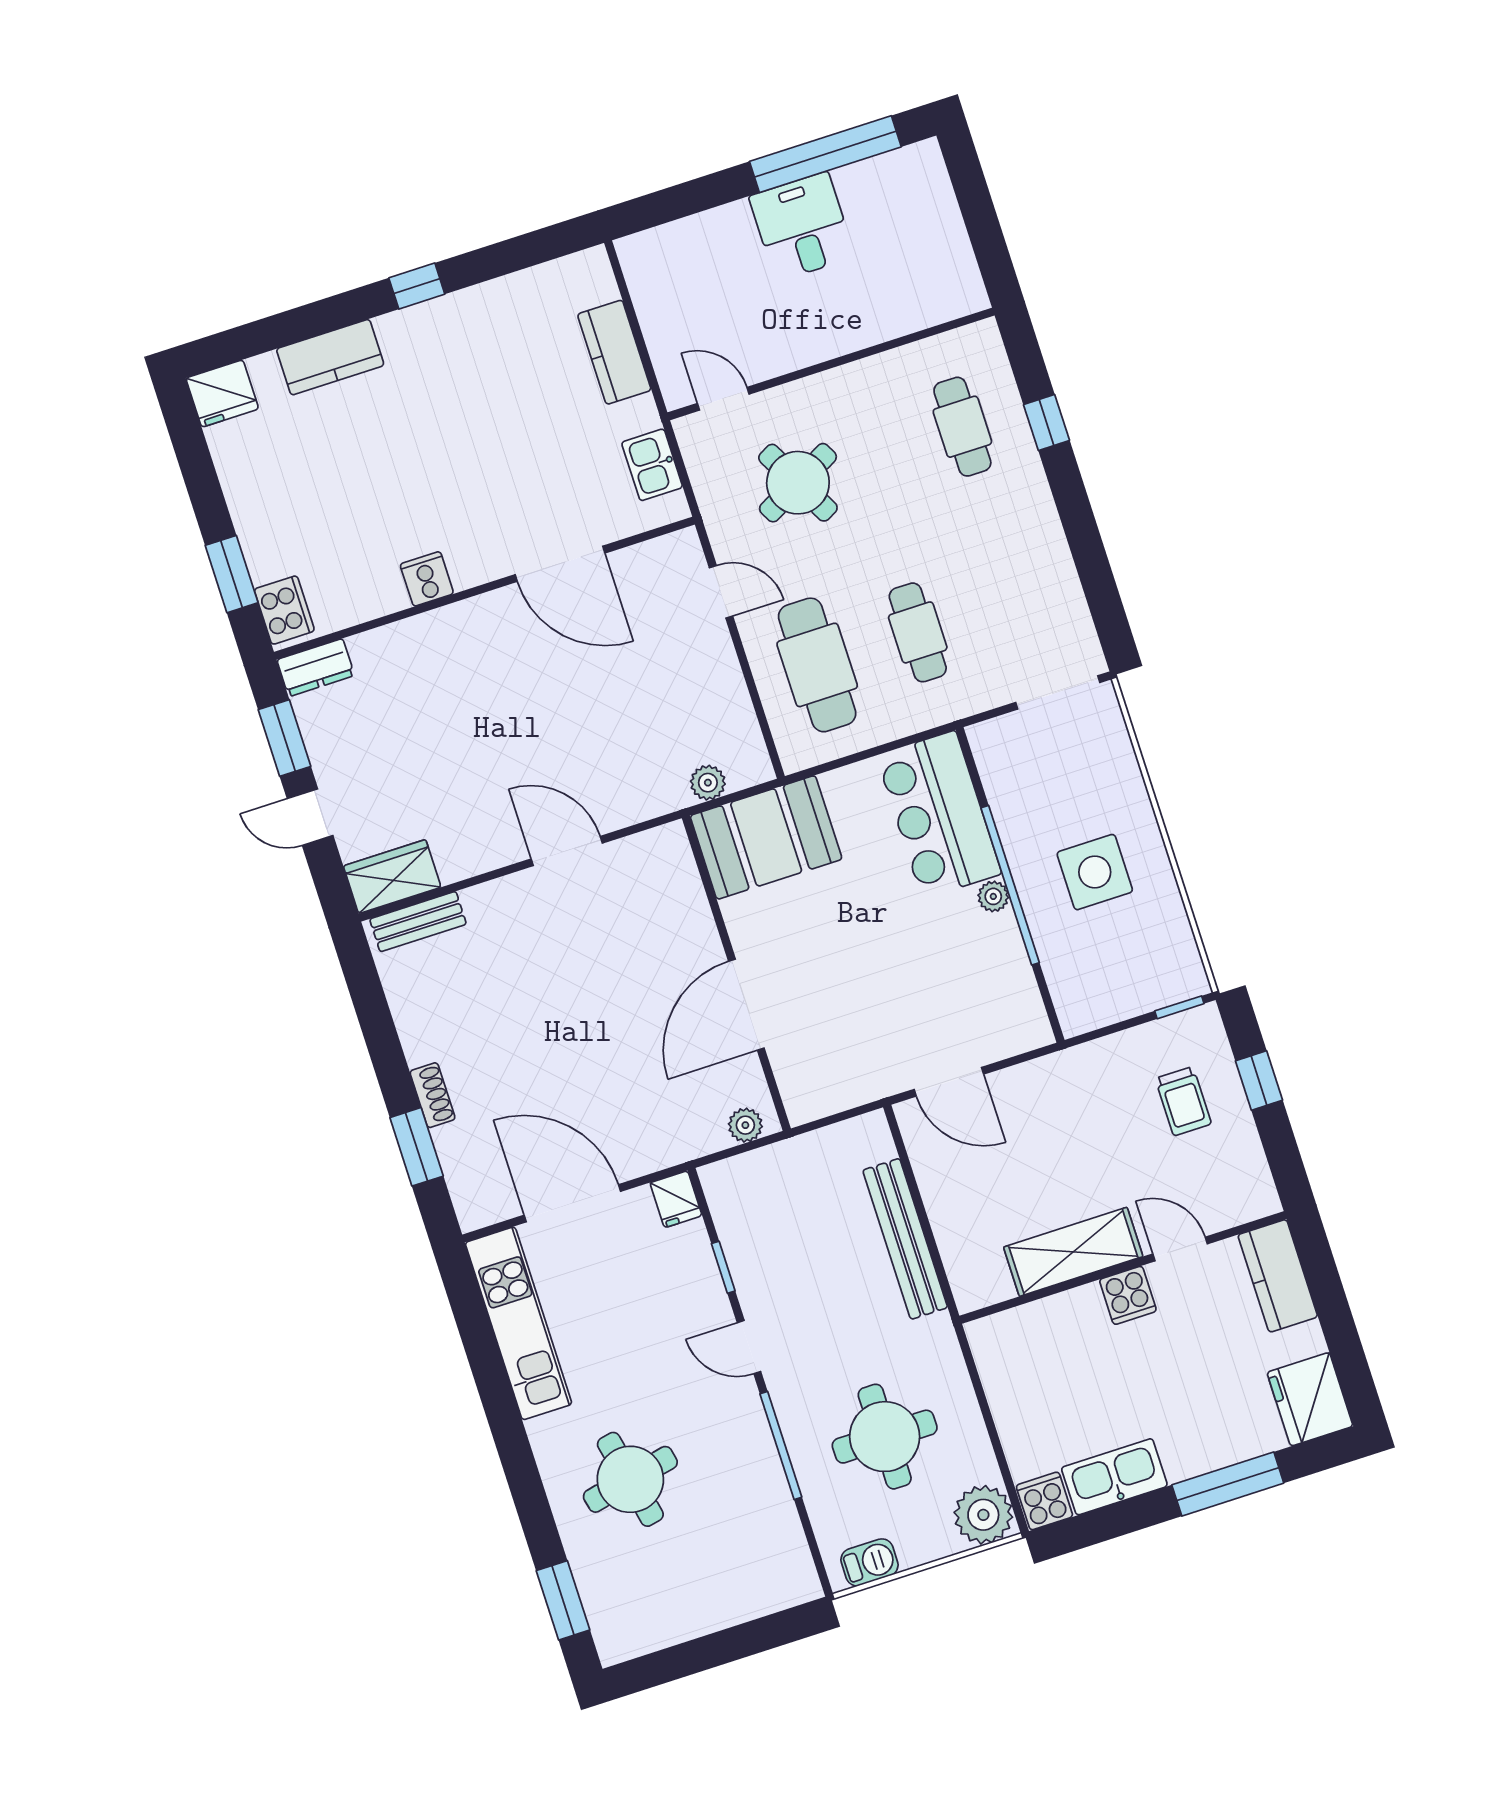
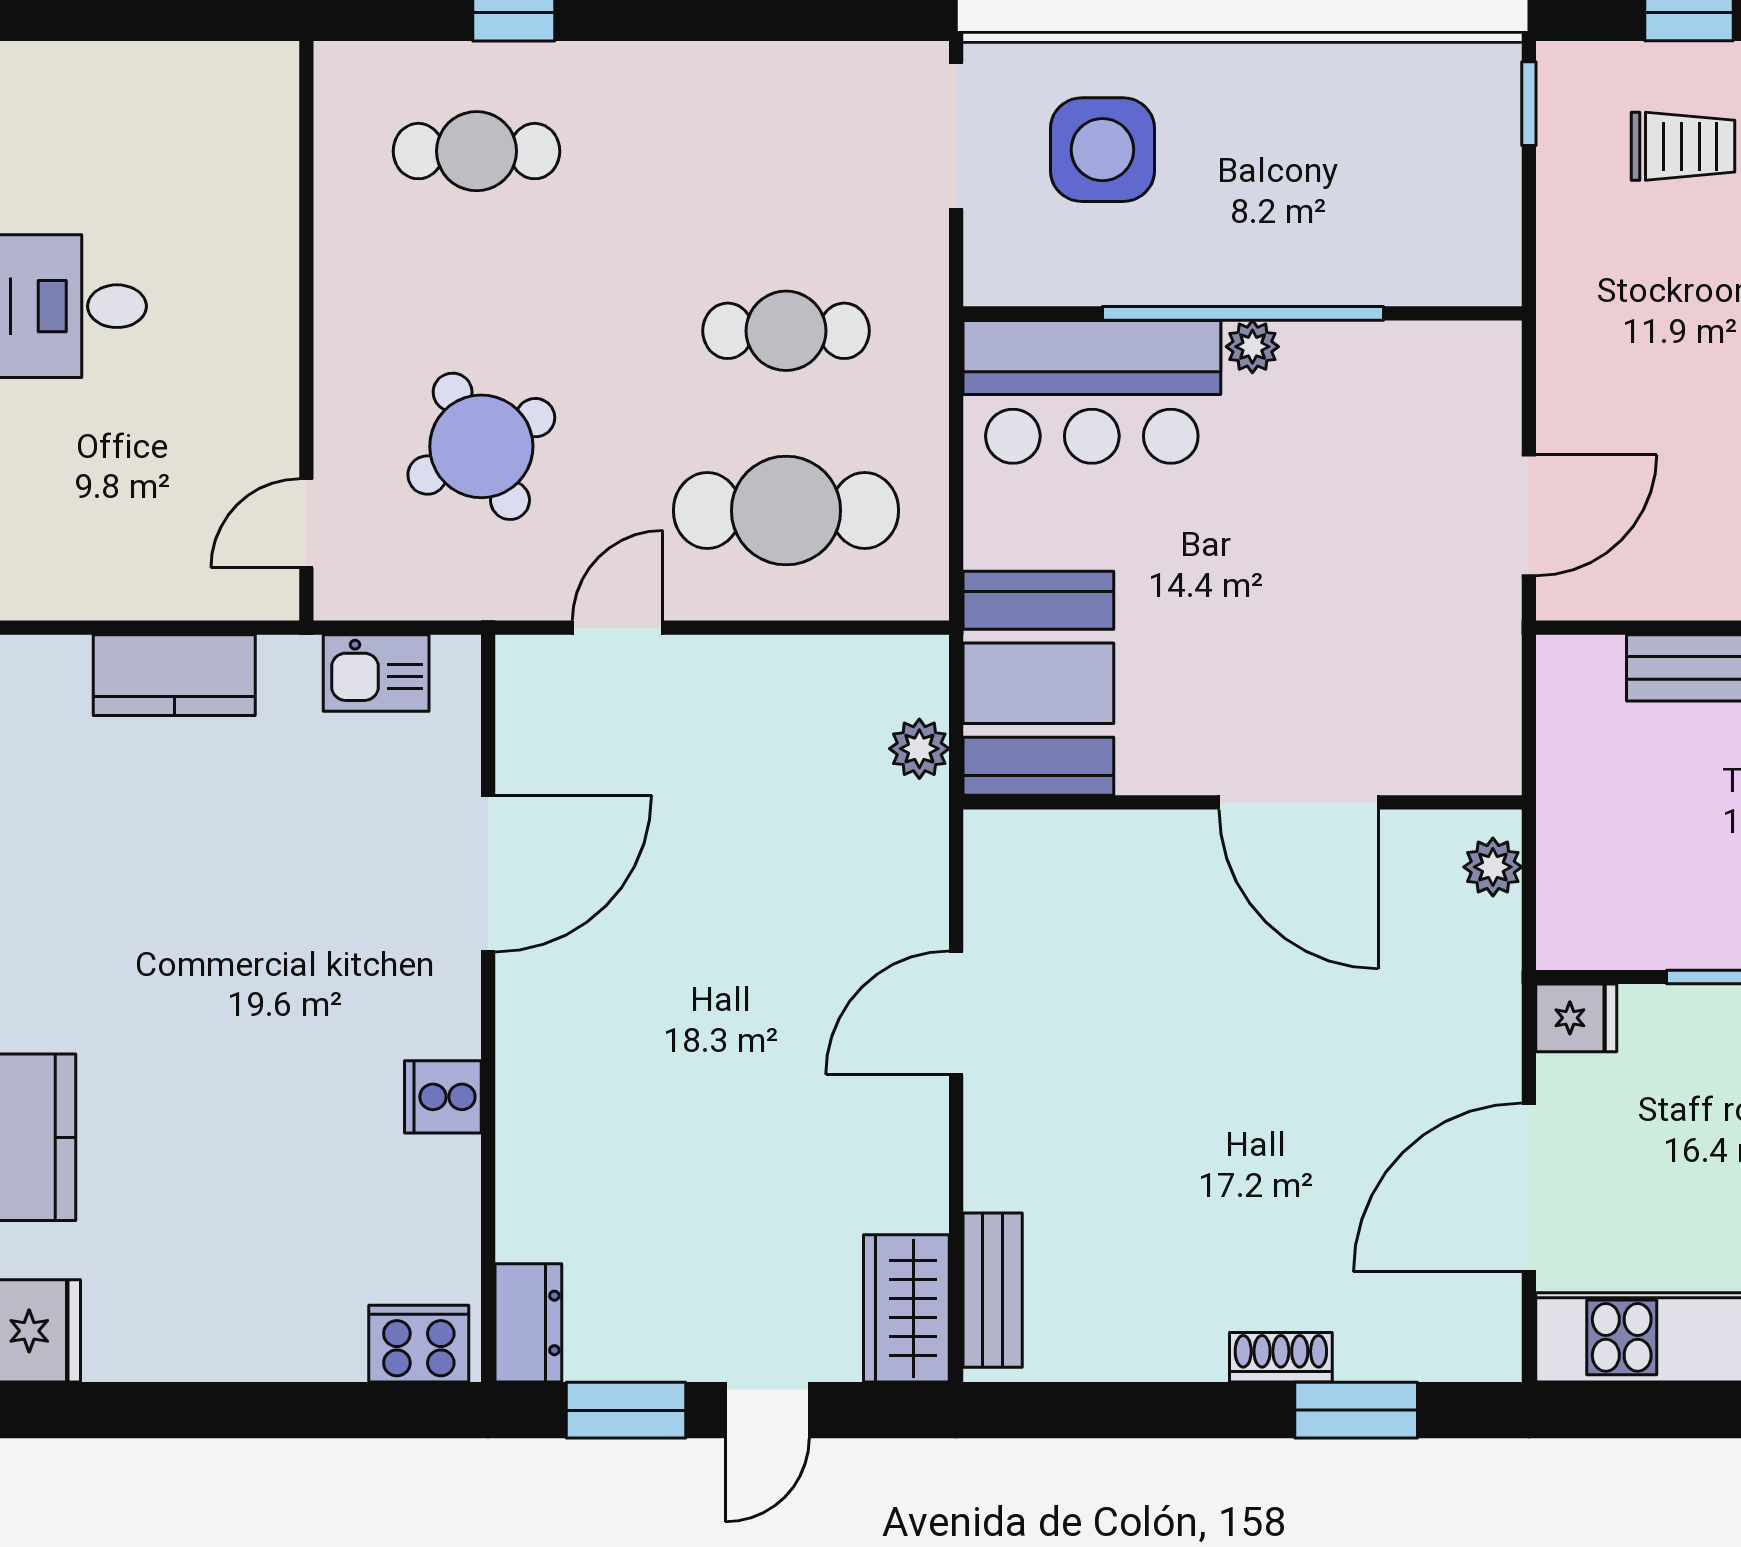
window: (232, 574) -> (333, 1410), removed
side table: (1095, 872) -> (1102, 150), moved

